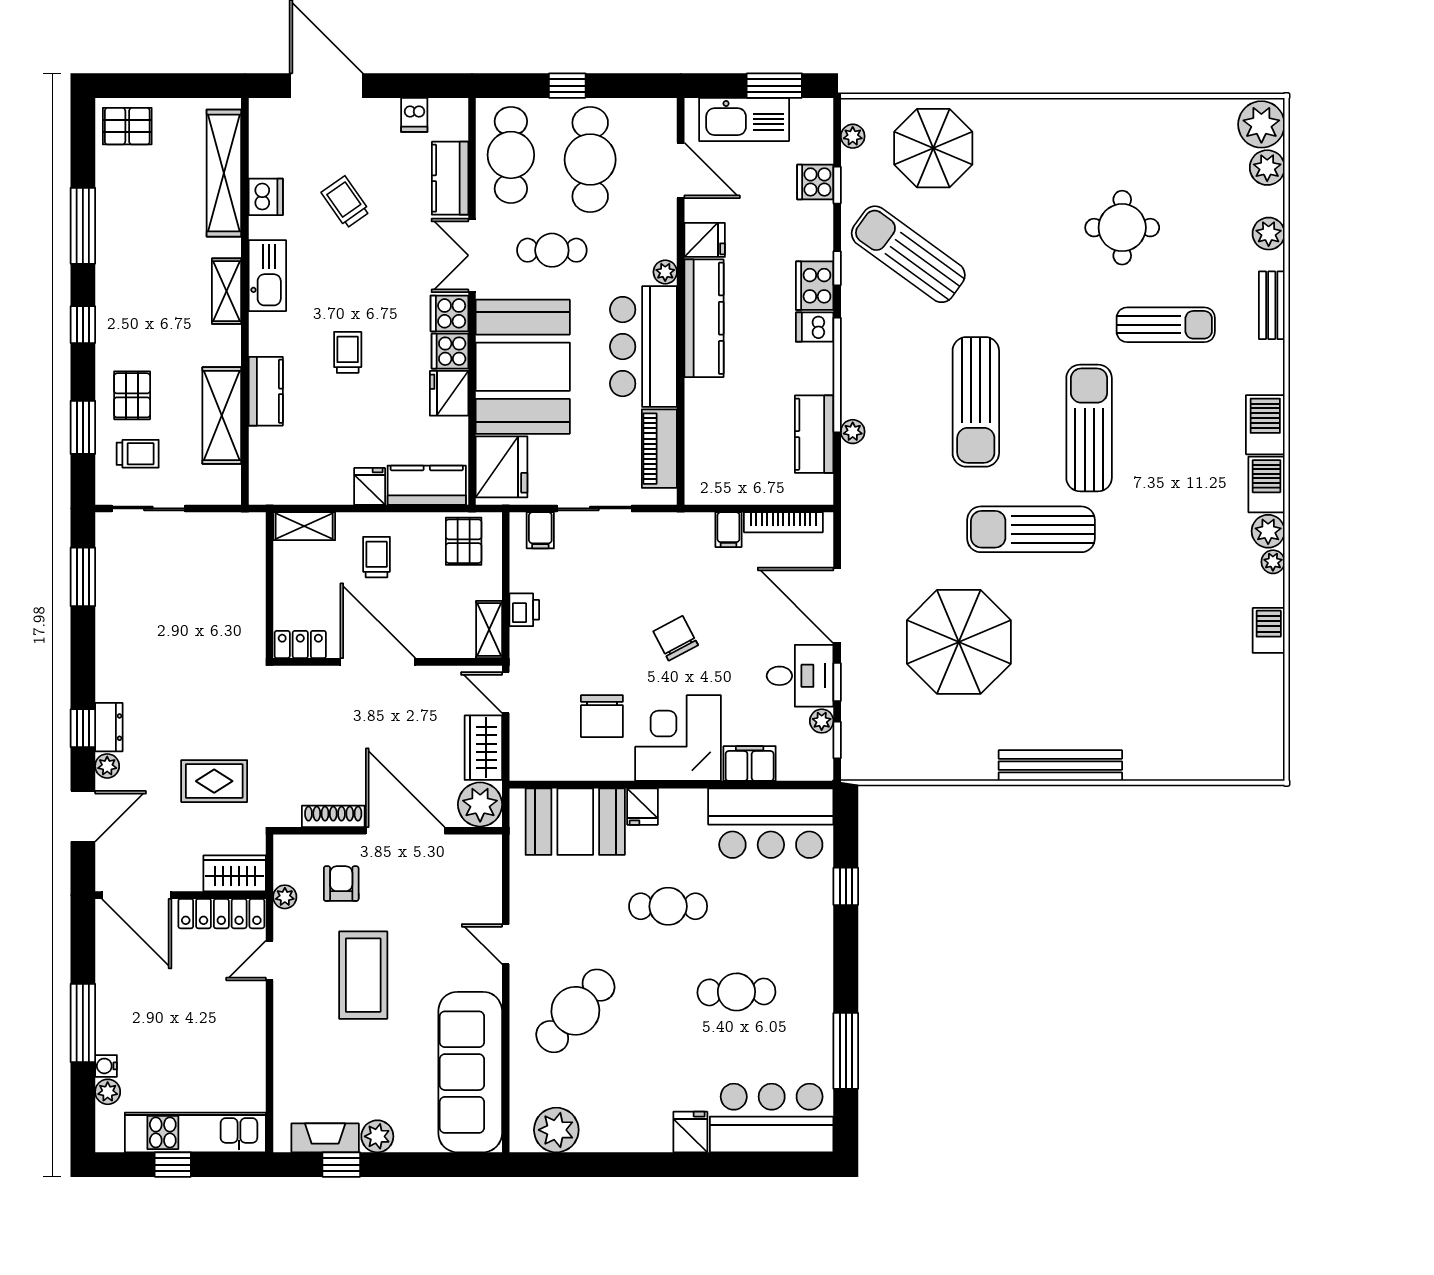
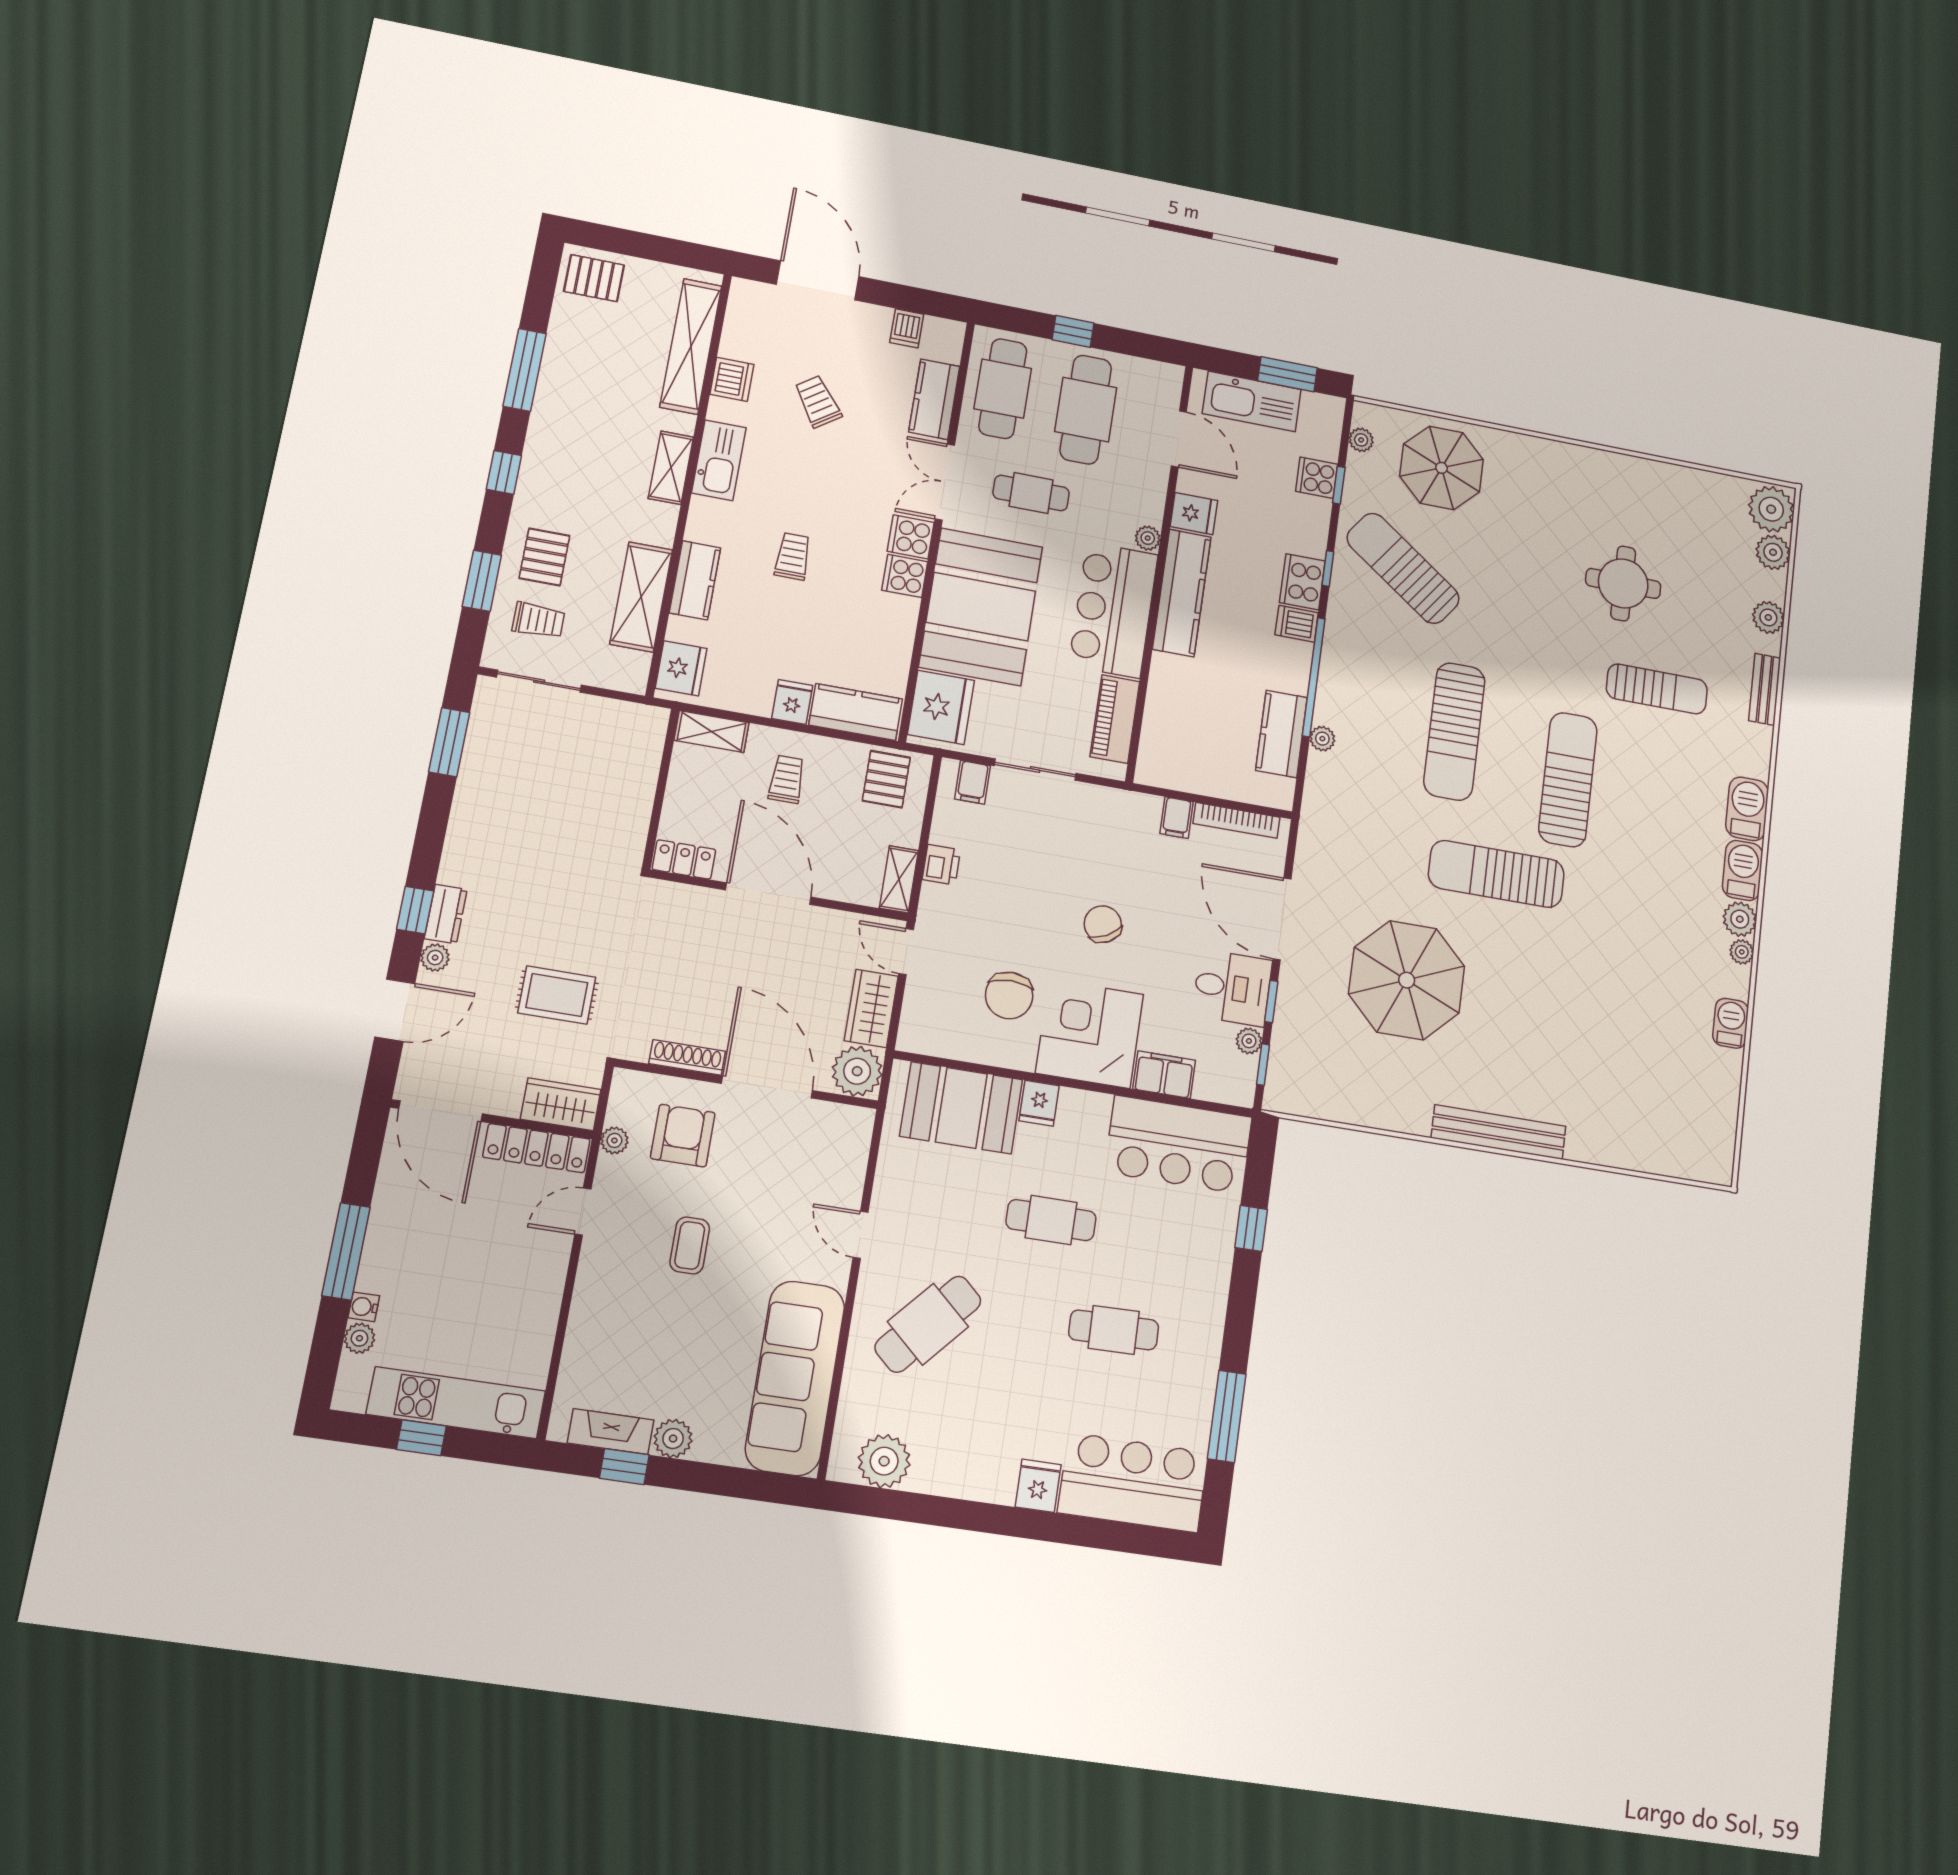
fridge: (449, 393) -> (681, 668), moved, turned 180
armchair: (341, 884) -> (683, 1136), width x1.38, depth x1.38
coffee table: (363, 975) -> (690, 1245), width x0.54, depth x0.58

